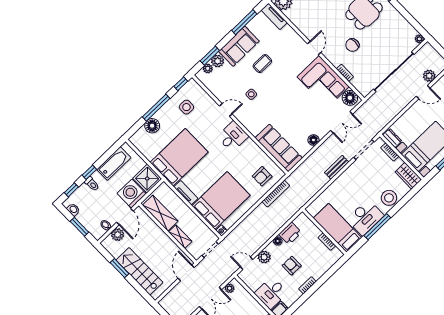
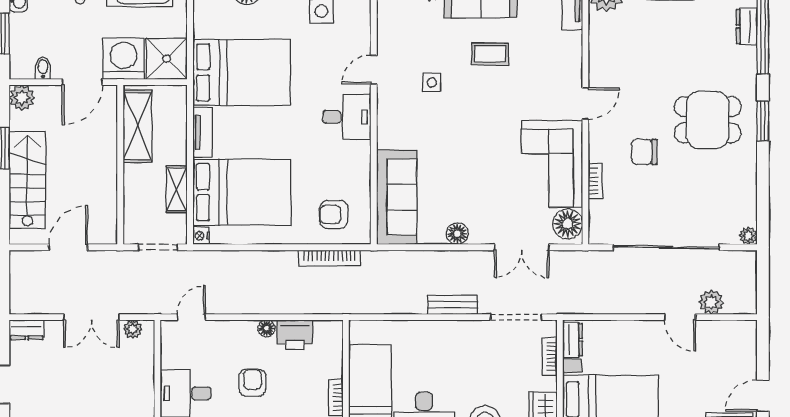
door: (226, 110) -> (374, 70), swing flipped
plant: (118, 235) -> (22, 98), moved
shelving: (180, 237) -> (177, 189), moved
plant: (264, 257) -> (225, 333), removed
door: (247, 263) -> (191, 317), hinge flipped
door: (186, 273) -> (68, 247), moved

